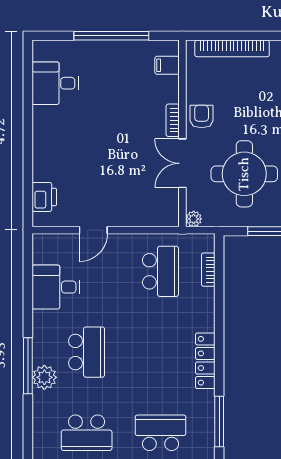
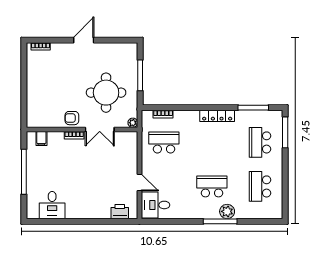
bookcase: (232, 48) -> (31, 100), removed
desk: (56, 287) -> (156, 205), moved, turned 90
school desk: (87, 433) -> (260, 186), turned 180

